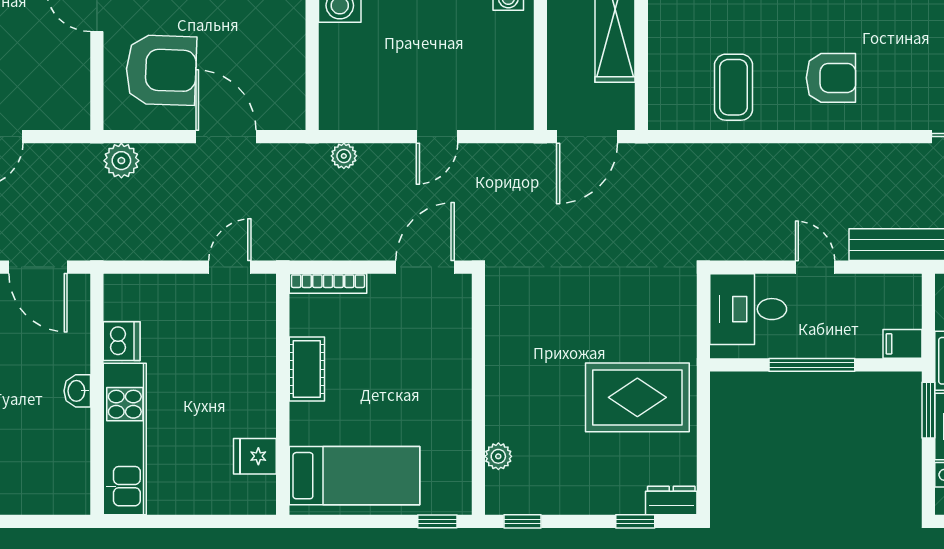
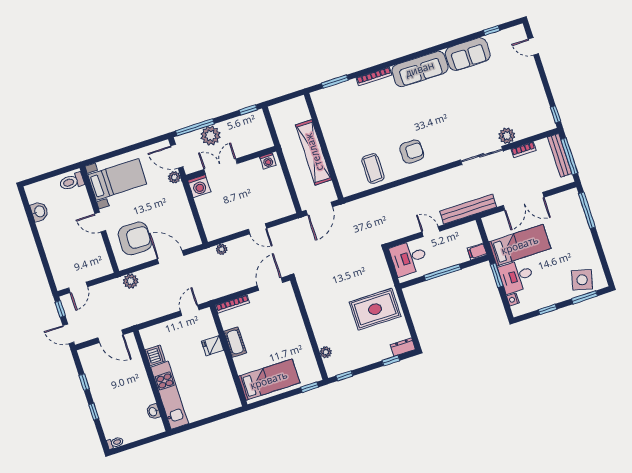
door: (437, 137) -> (257, 229), hinge flipped
washbasin: (77, 391) -> (153, 412), moved
fridge: (255, 456) -> (213, 346), moved

